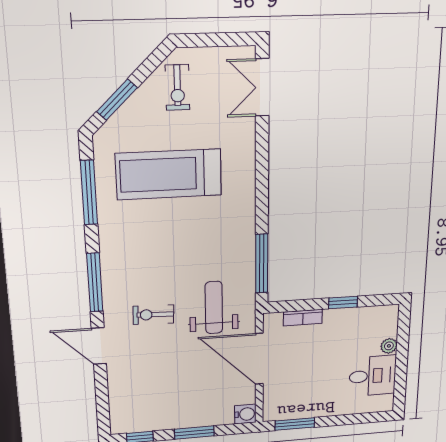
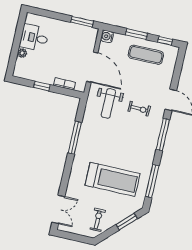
window: (262, 263) -> (75, 138), moved
exercise mat: (168, 406) -> (146, 55), added

